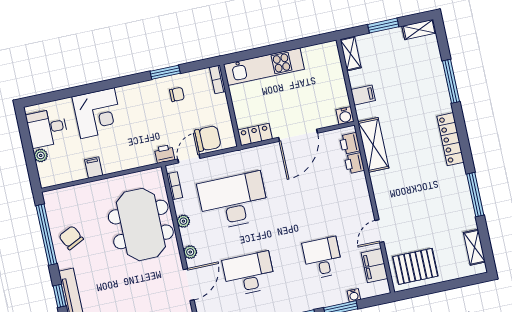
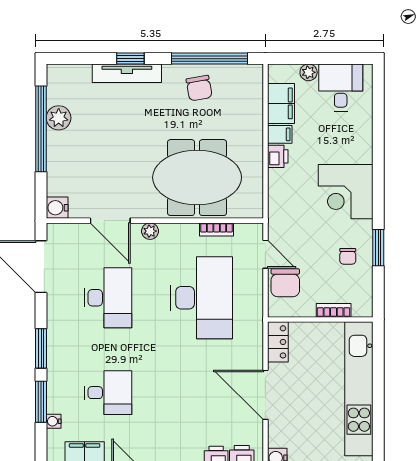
kitchen unit: (264, 67) -> (359, 389), width x1.36
bookcase: (218, 79) -> (334, 310), moved
corner desk: (97, 113) -> (346, 192), moved
printer: (165, 154) -> (278, 156), moved
filing cabinet: (69, 172) -> (281, 103), added
bookcase: (175, 186) -> (217, 230), moved
plant: (183, 221) -> (190, 231), removed
chair: (71, 238) -> (199, 88), turned 106

